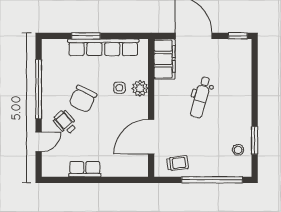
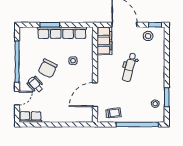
stool: (228, 52) -> (148, 36), added
plant: (140, 88) -> (87, 61), removed
row of seats: (85, 169) -> (30, 117), moved

